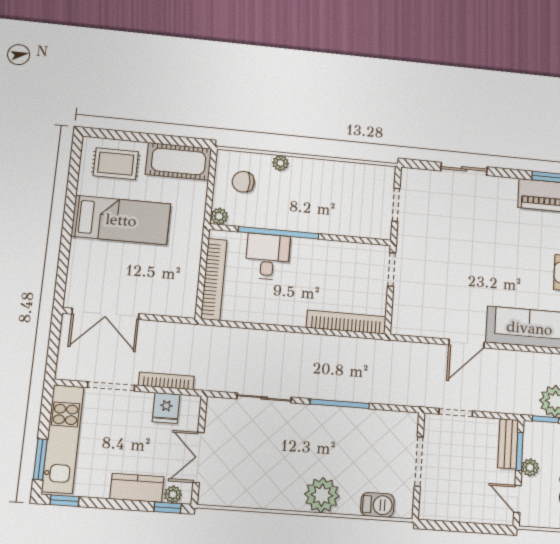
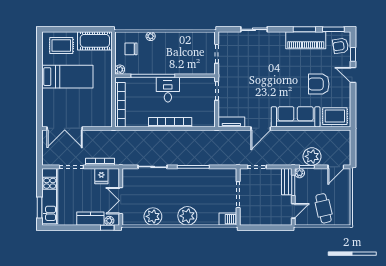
desk: (268, 257) -> (168, 90), moved
bookcase: (346, 322) -> (170, 122), moved
tv unit: (415, 327) -> (231, 122), added
plant: (530, 467) -> (300, 173), moved
plant: (257, 492) -> (153, 216), added
door: (517, 499) -> (293, 211), swing flipped
window: (65, 501) -> (54, 228), removed
barbecue: (377, 505) -> (228, 219), moved

